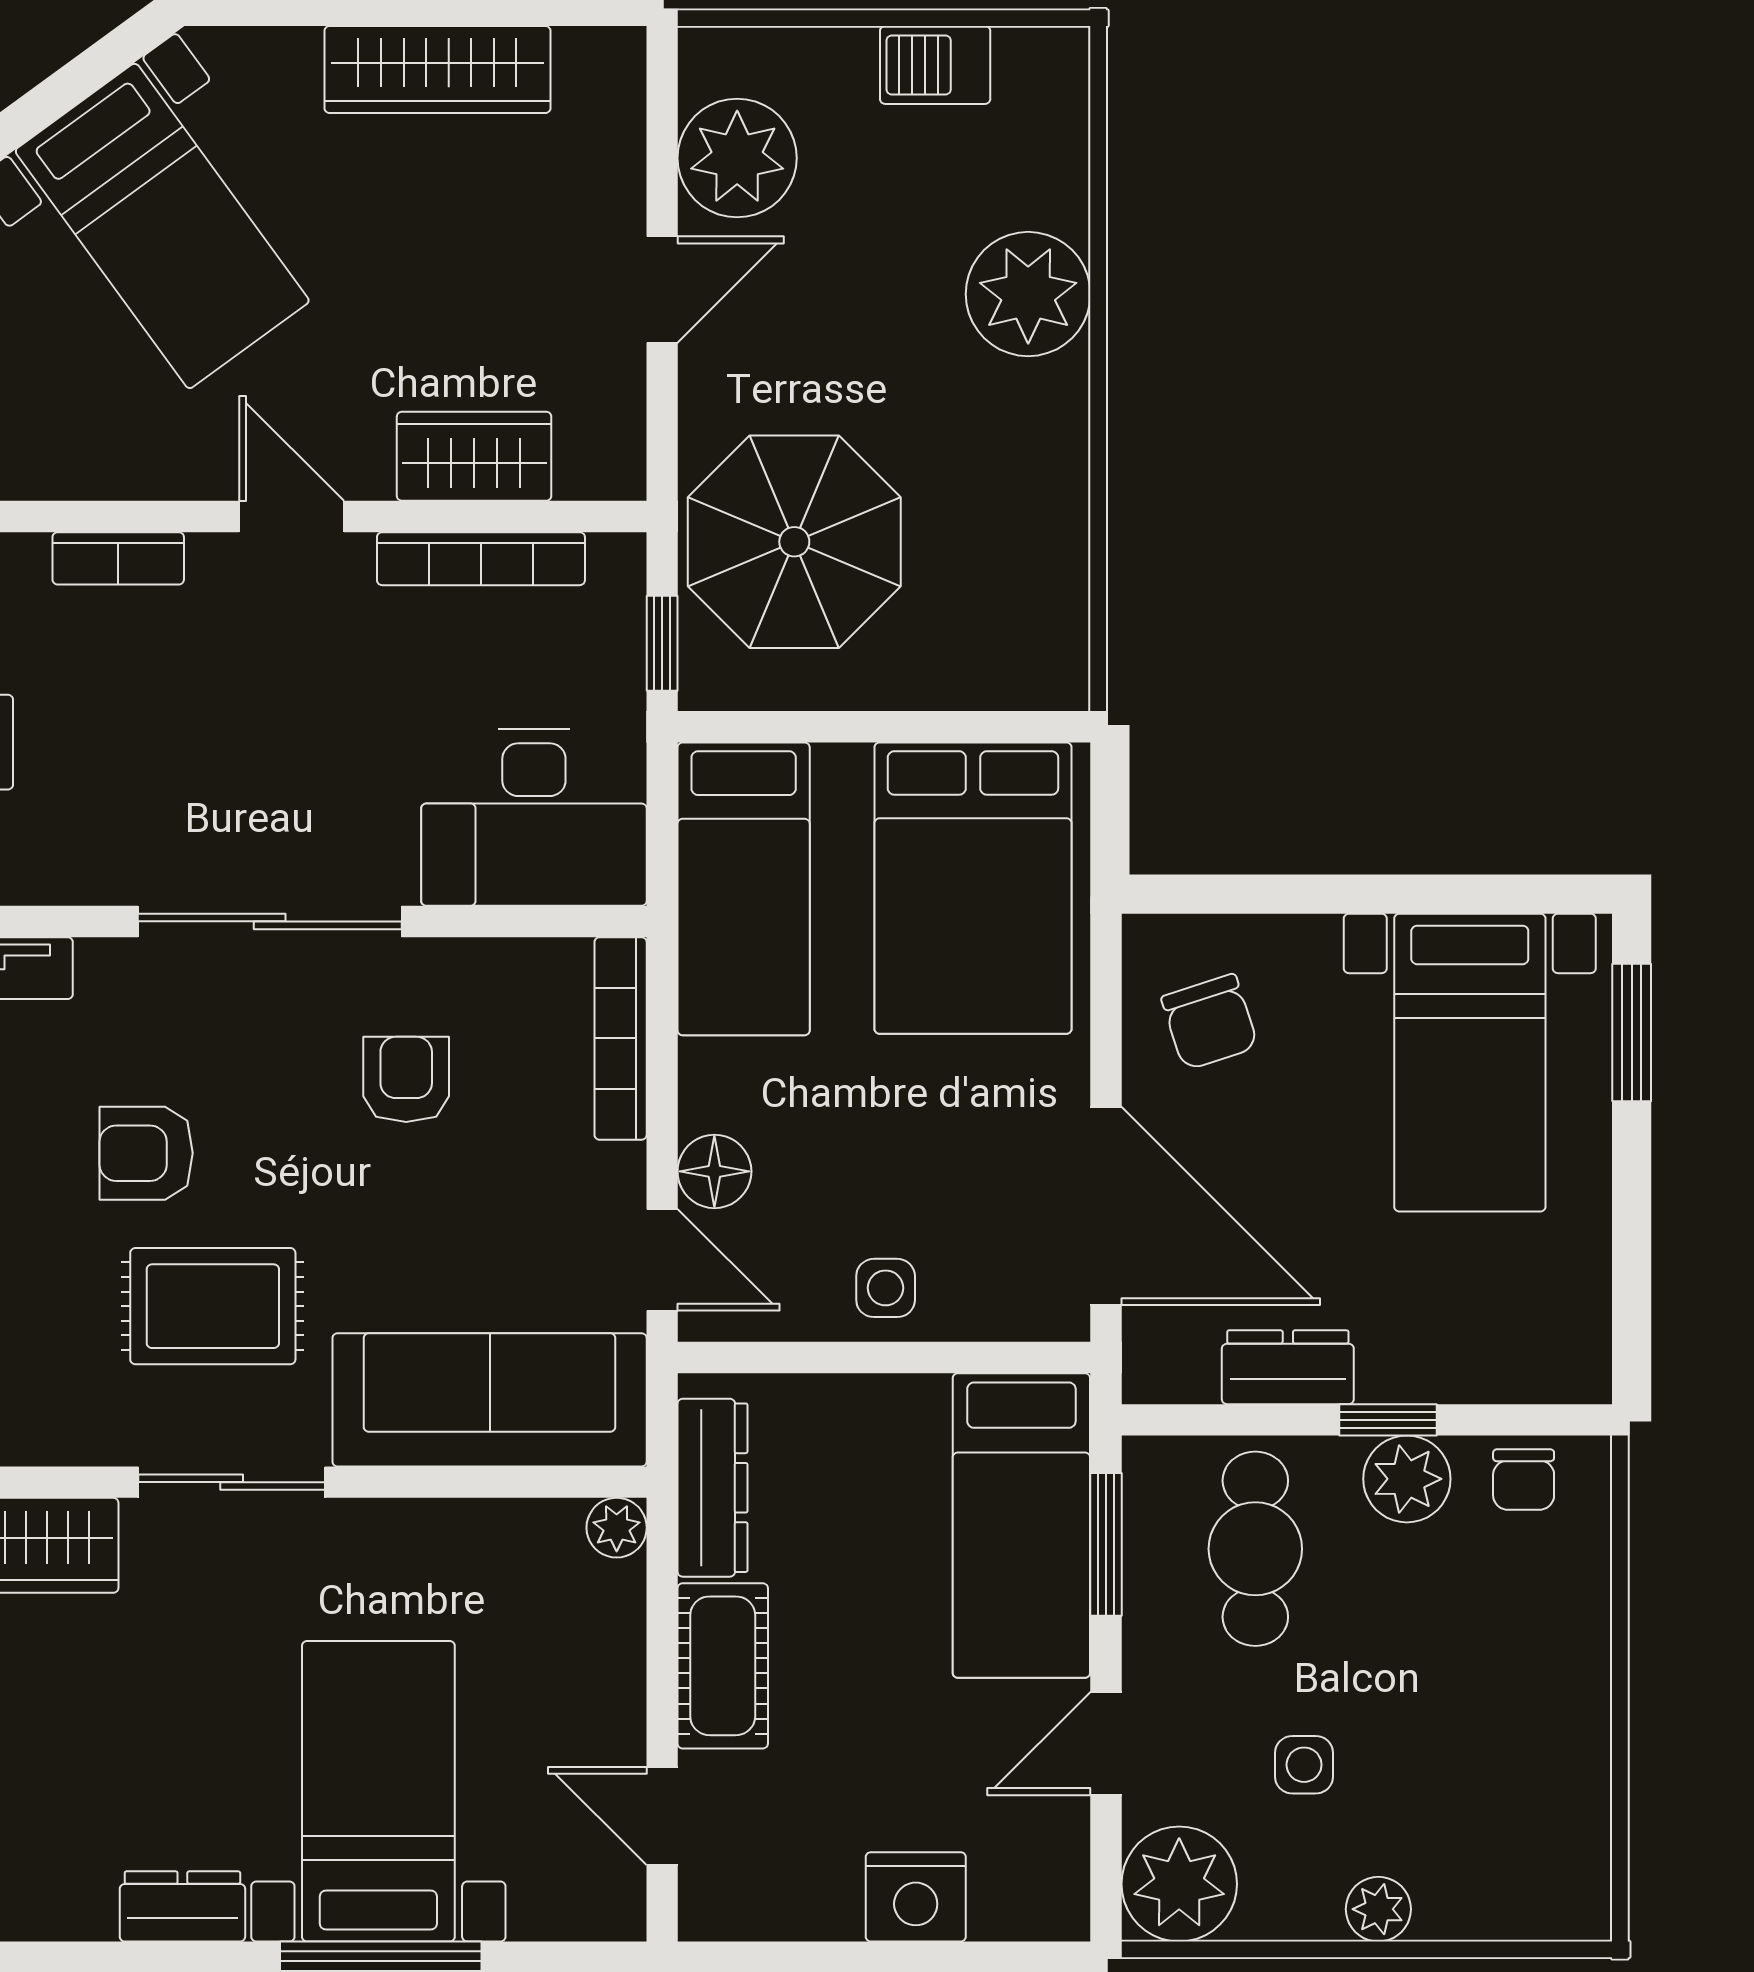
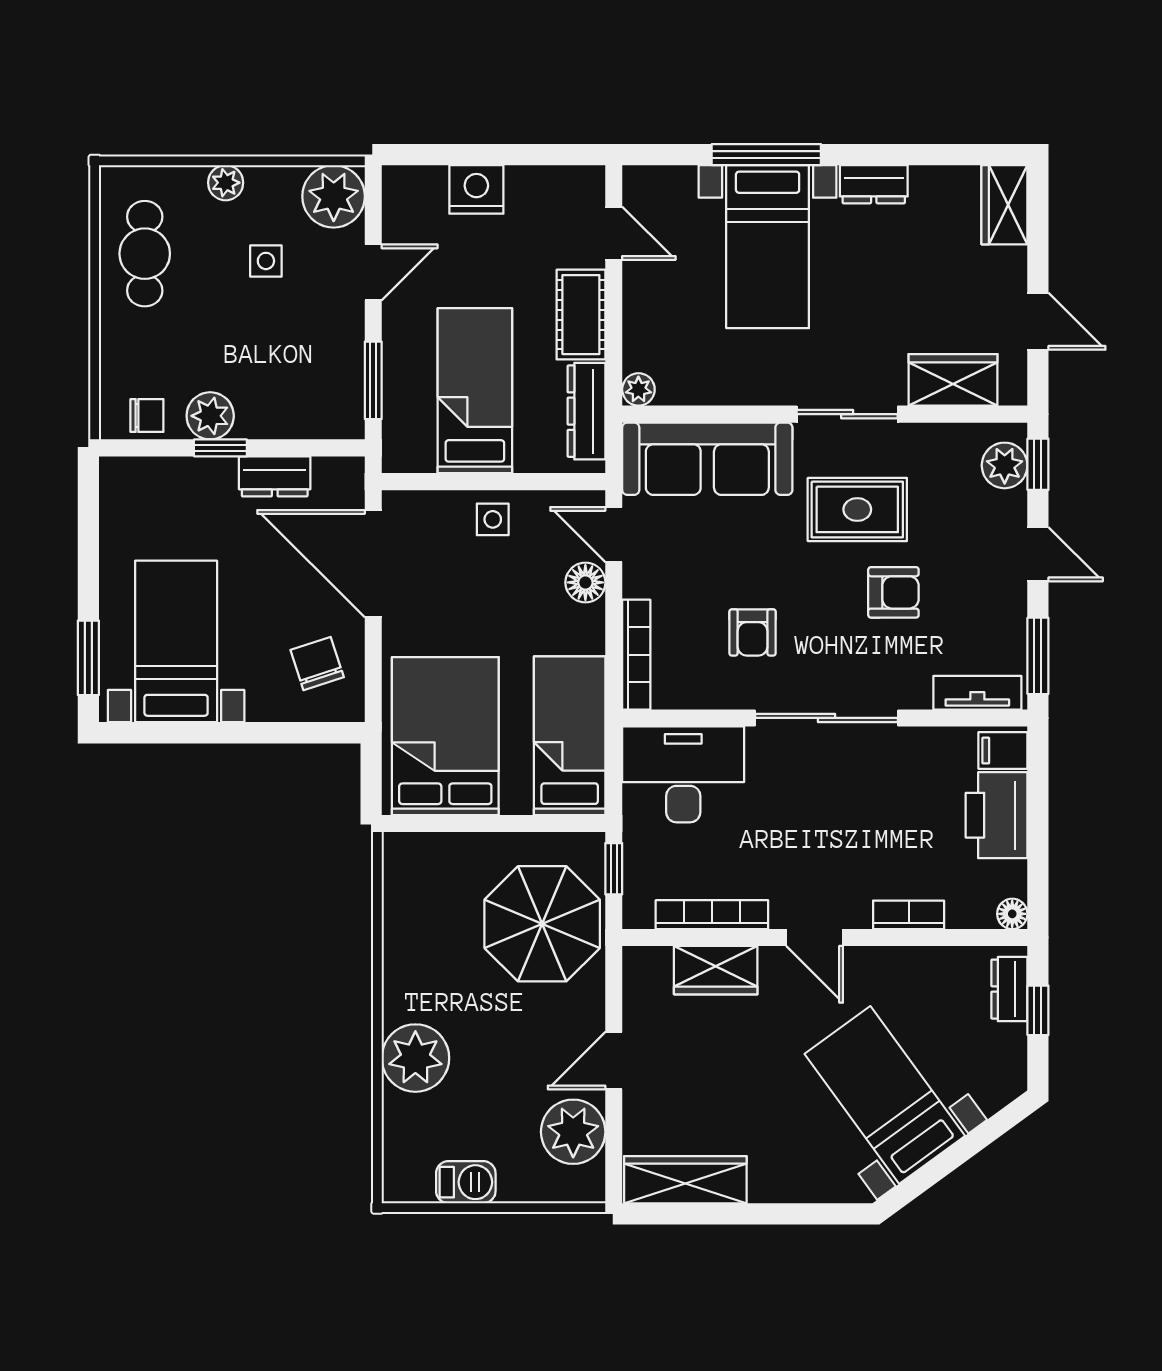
wardrobe: (437, 70) -> (685, 1180), moved
chair: (1524, 1480) -> (147, 416), turned 90
bed: (1021, 1526) -> (475, 391), moved
cafe table: (1255, 1549) -> (145, 254), moved

